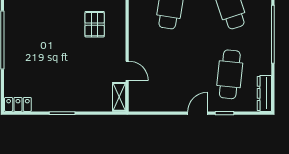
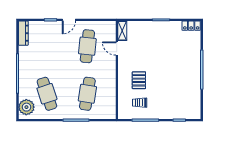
cafe table: (230, 74) -> (87, 46), moved

